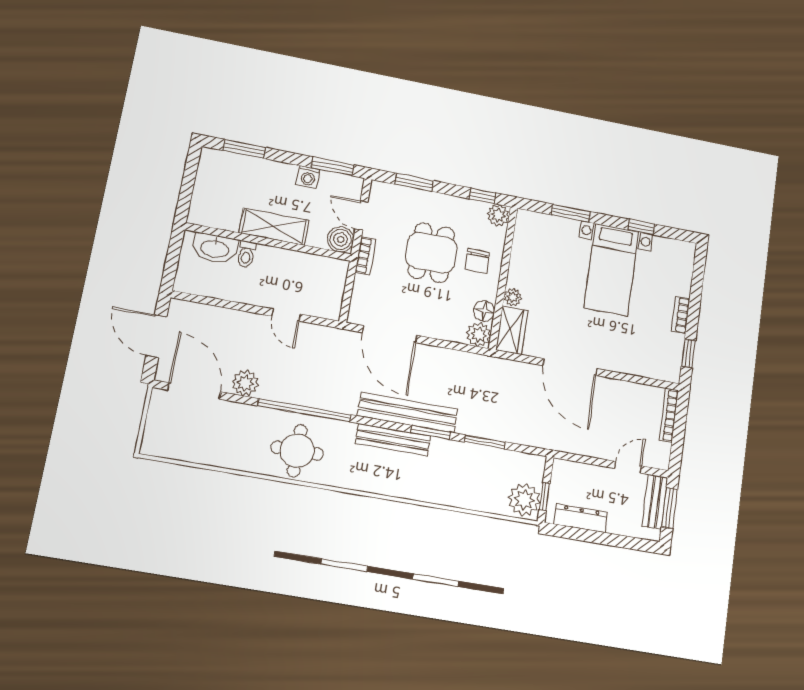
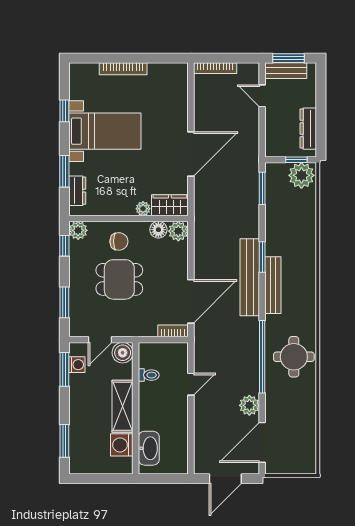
washing machine: (308, 177) -> (77, 365), moved
washing machine: (226, 216) -> (122, 445), added
dresser: (546, 224) -> (77, 191), added
toilet: (246, 254) -> (149, 375), moved
bookcase: (365, 256) -> (173, 331), moved
bookcase: (681, 315) -> (123, 69), width x1.56
window: (688, 353) -> (162, 58), removed
window: (485, 442) -> (262, 188), moved

